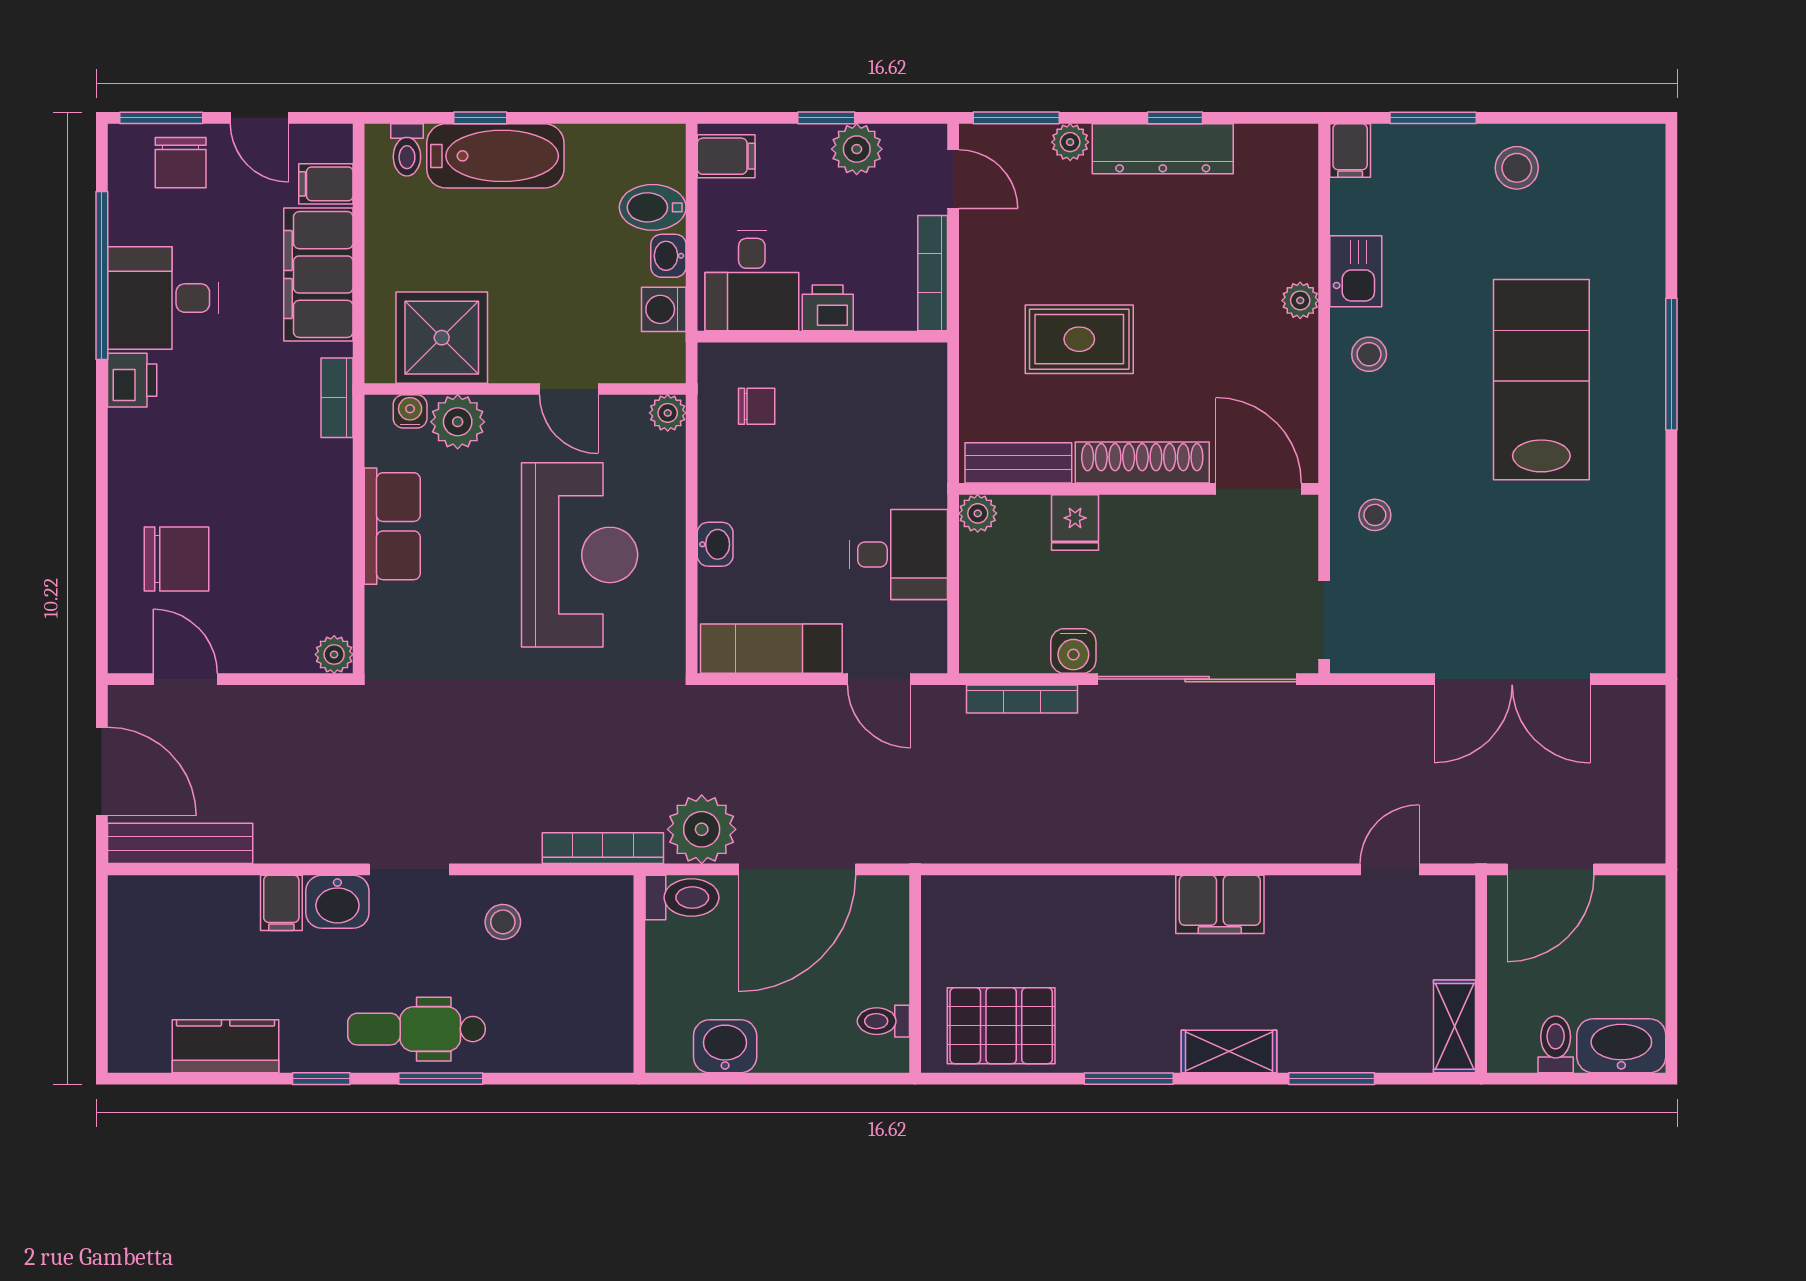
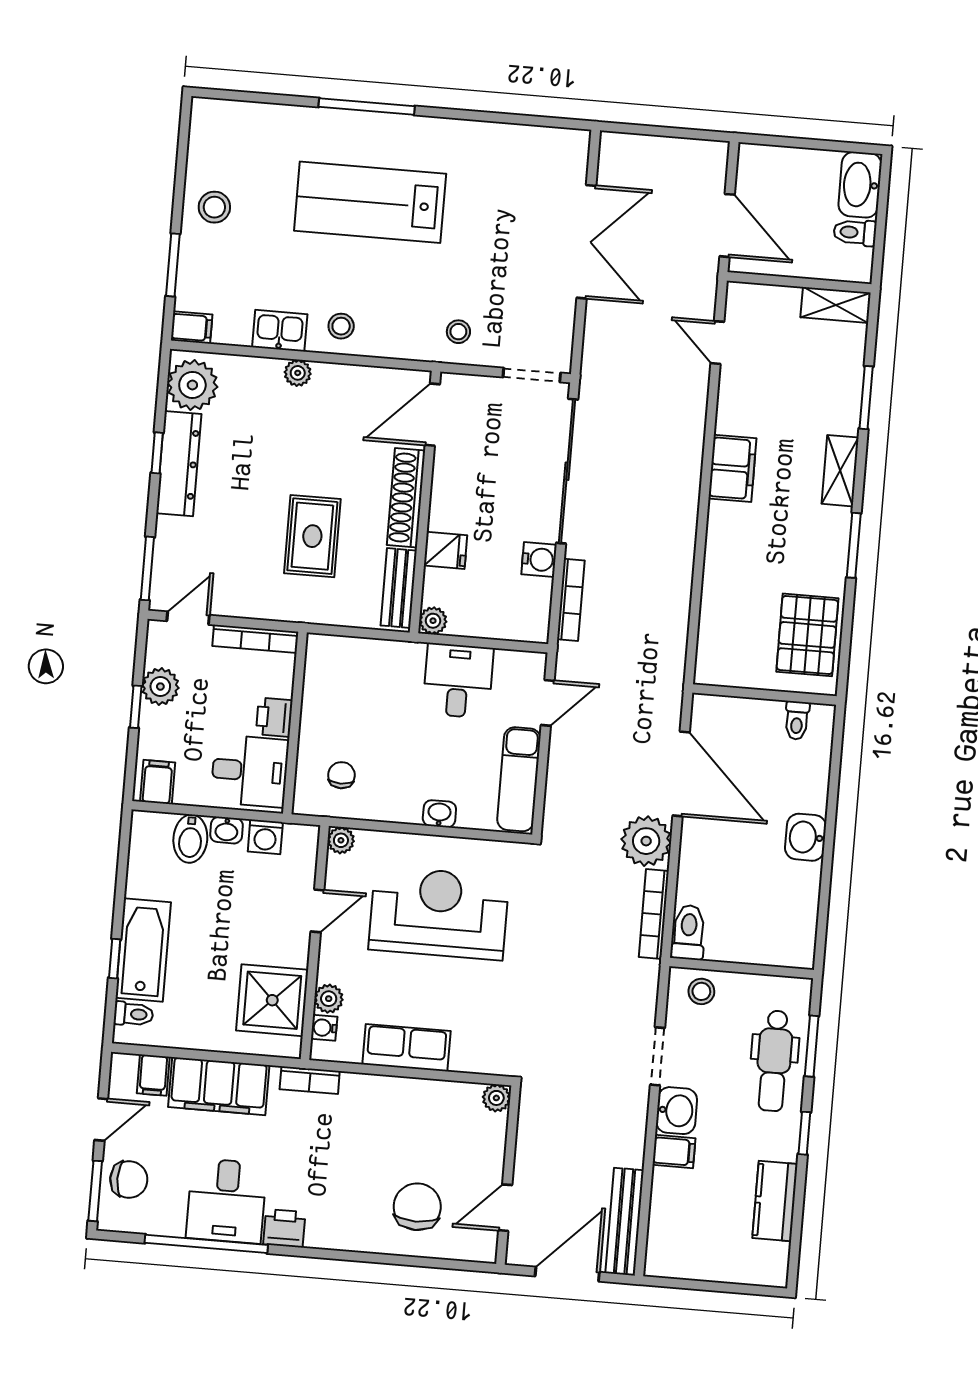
plant: (1070, 142) -> (192, 385), moved, width x1.88, depth x1.88
plant: (458, 422) -> (329, 999), width x0.73, depth x0.73
toilet: (682, 898) -> (688, 932), moved
wall: (639, 974) -> (742, 968), moved

